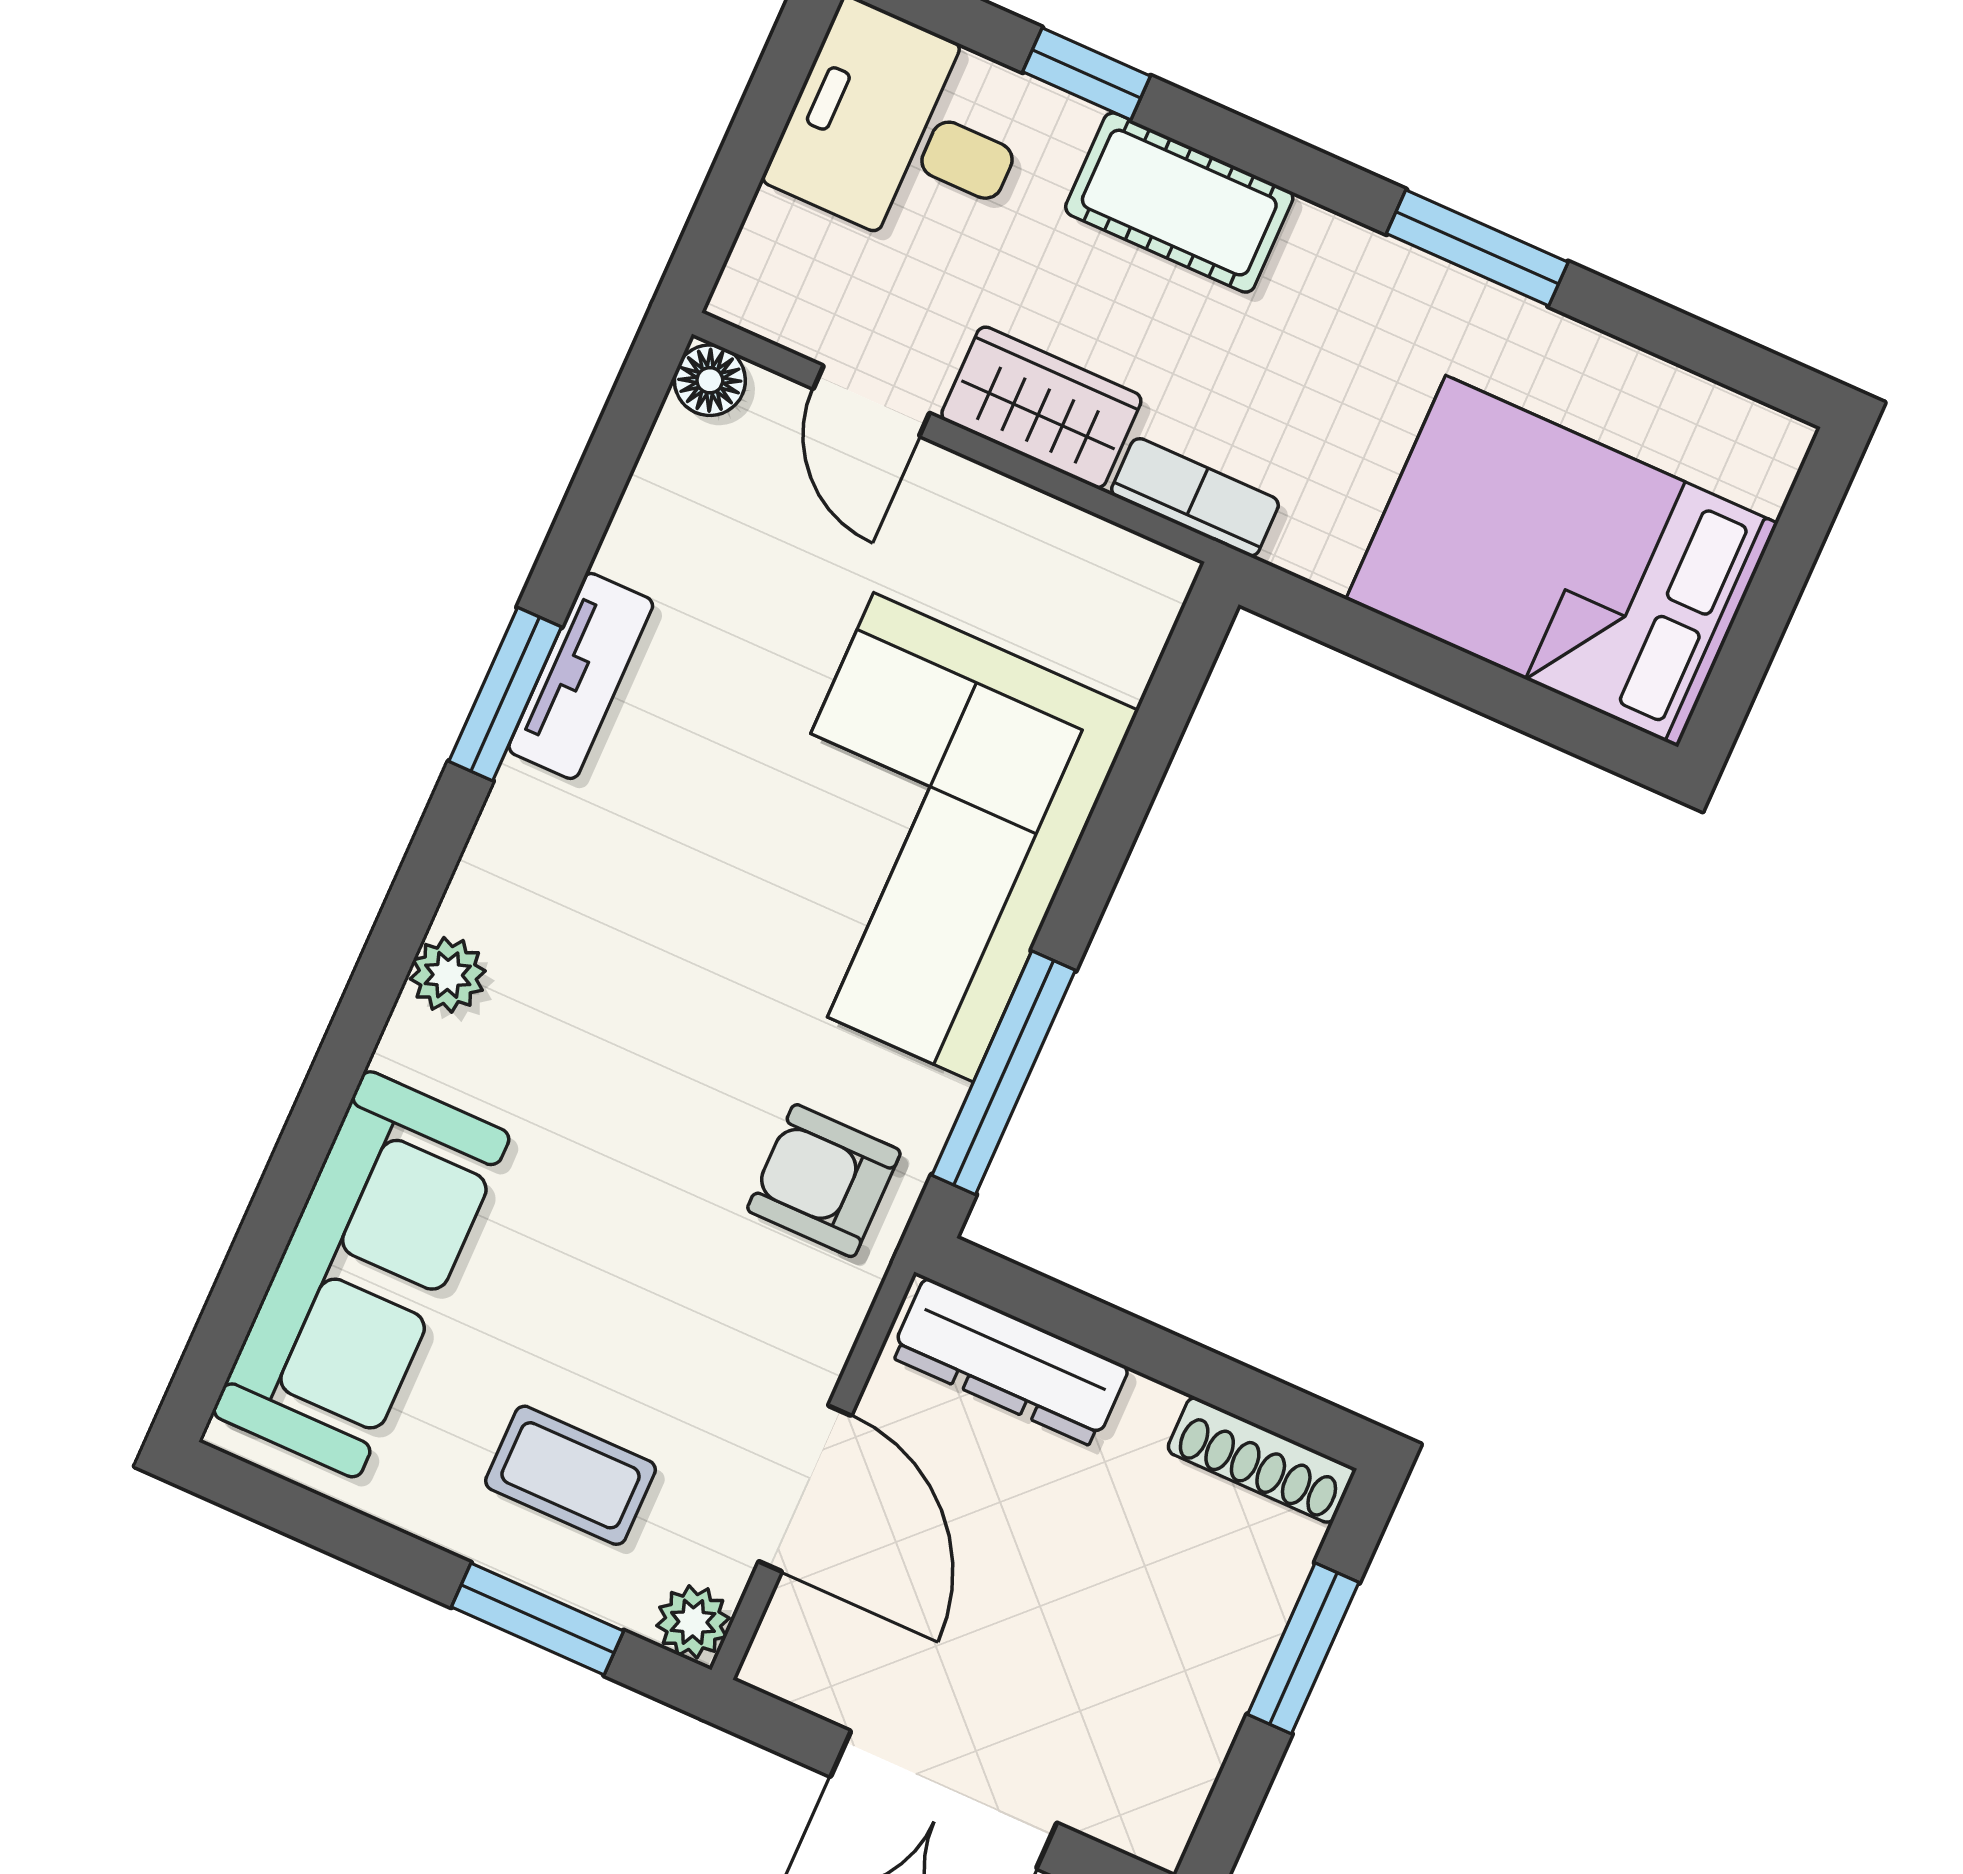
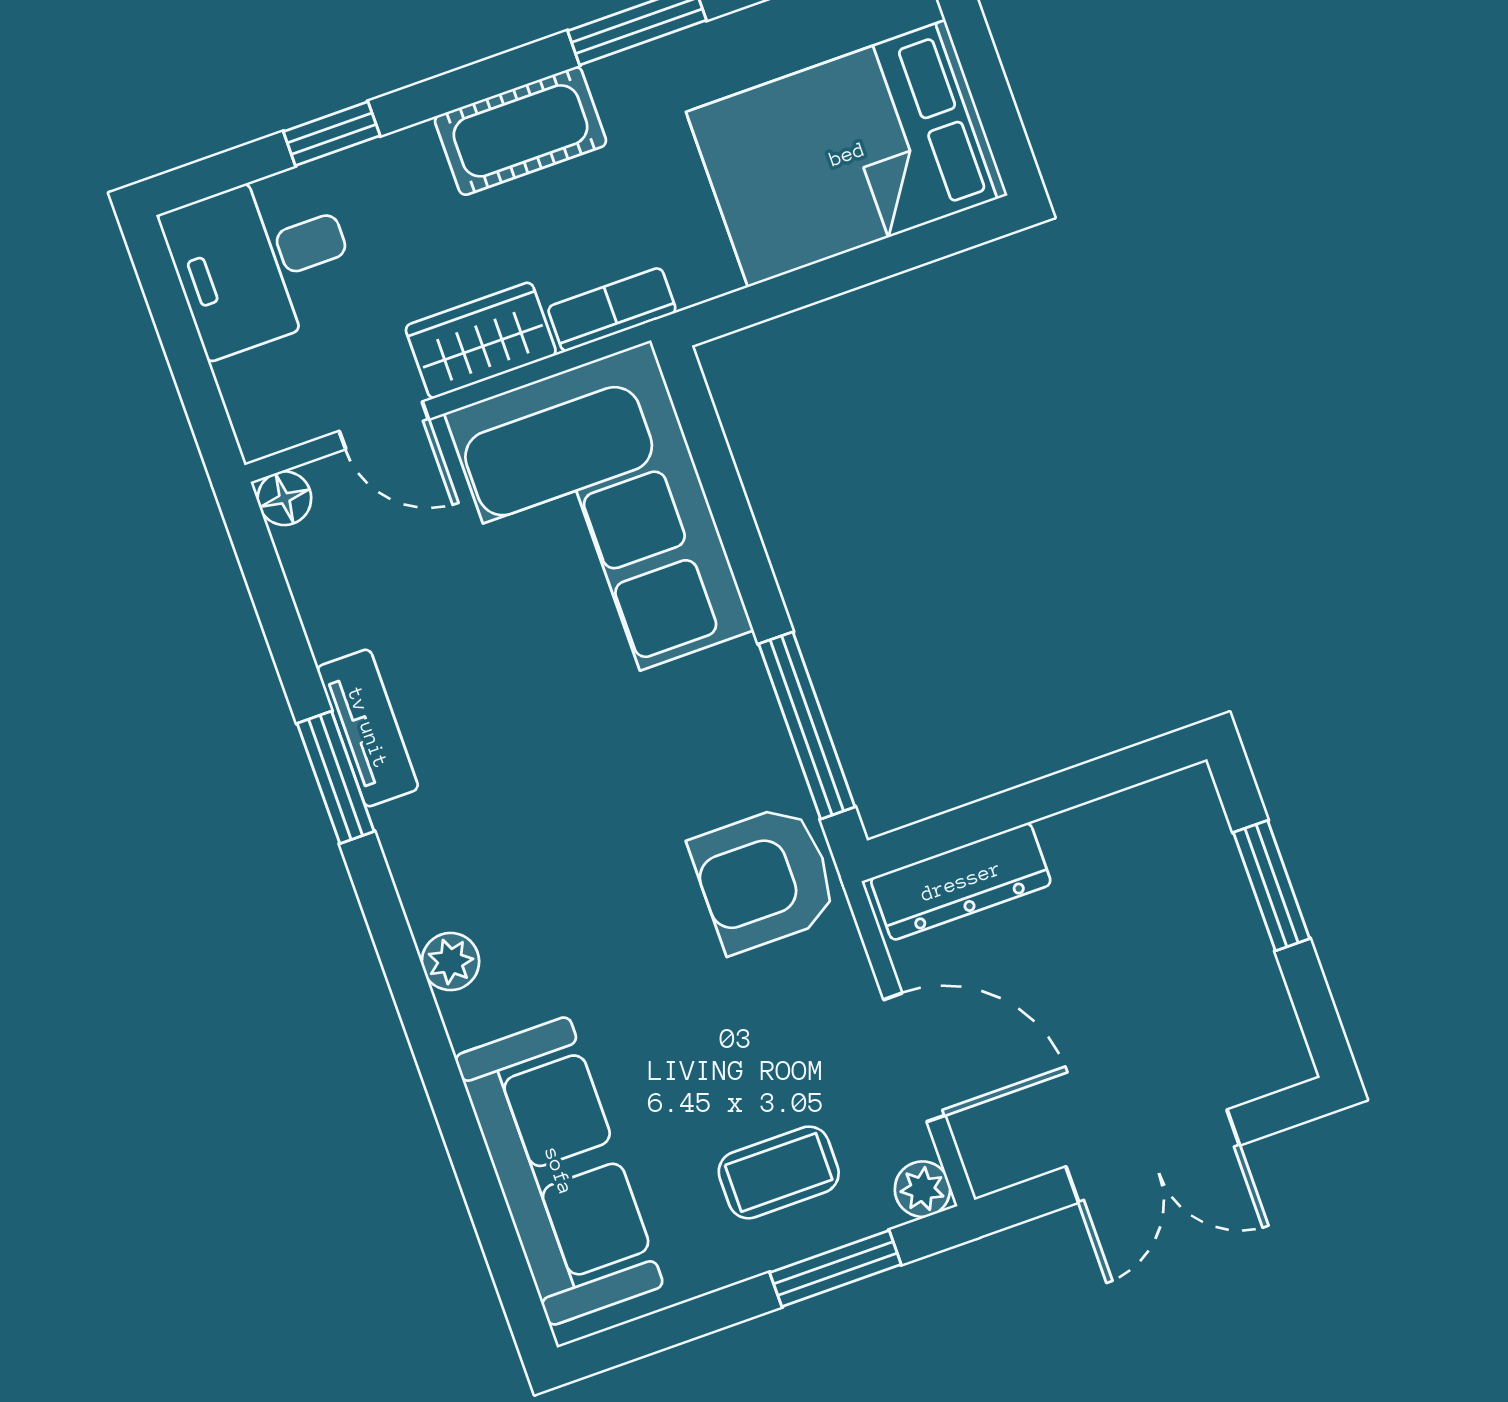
cot: (1179, 203) -> (521, 131), moved
corner sofa: (923, 837) -> (599, 522), moved
armchair: (824, 1181) -> (764, 878), width x1.38, depth x1.38
shoe rack: (1261, 1460) -> (1150, 804), removed

